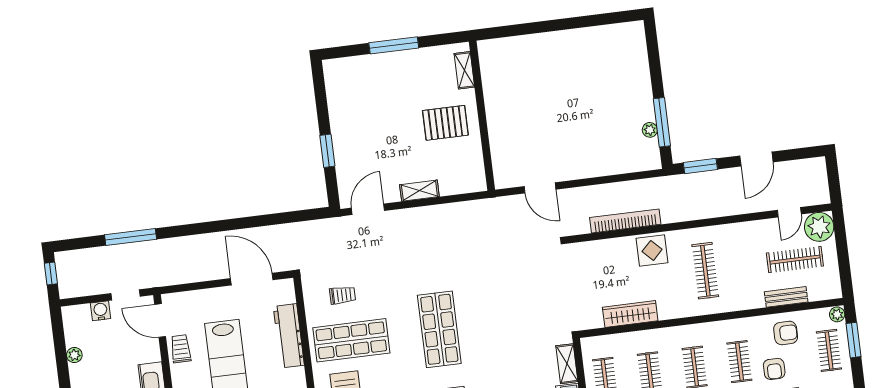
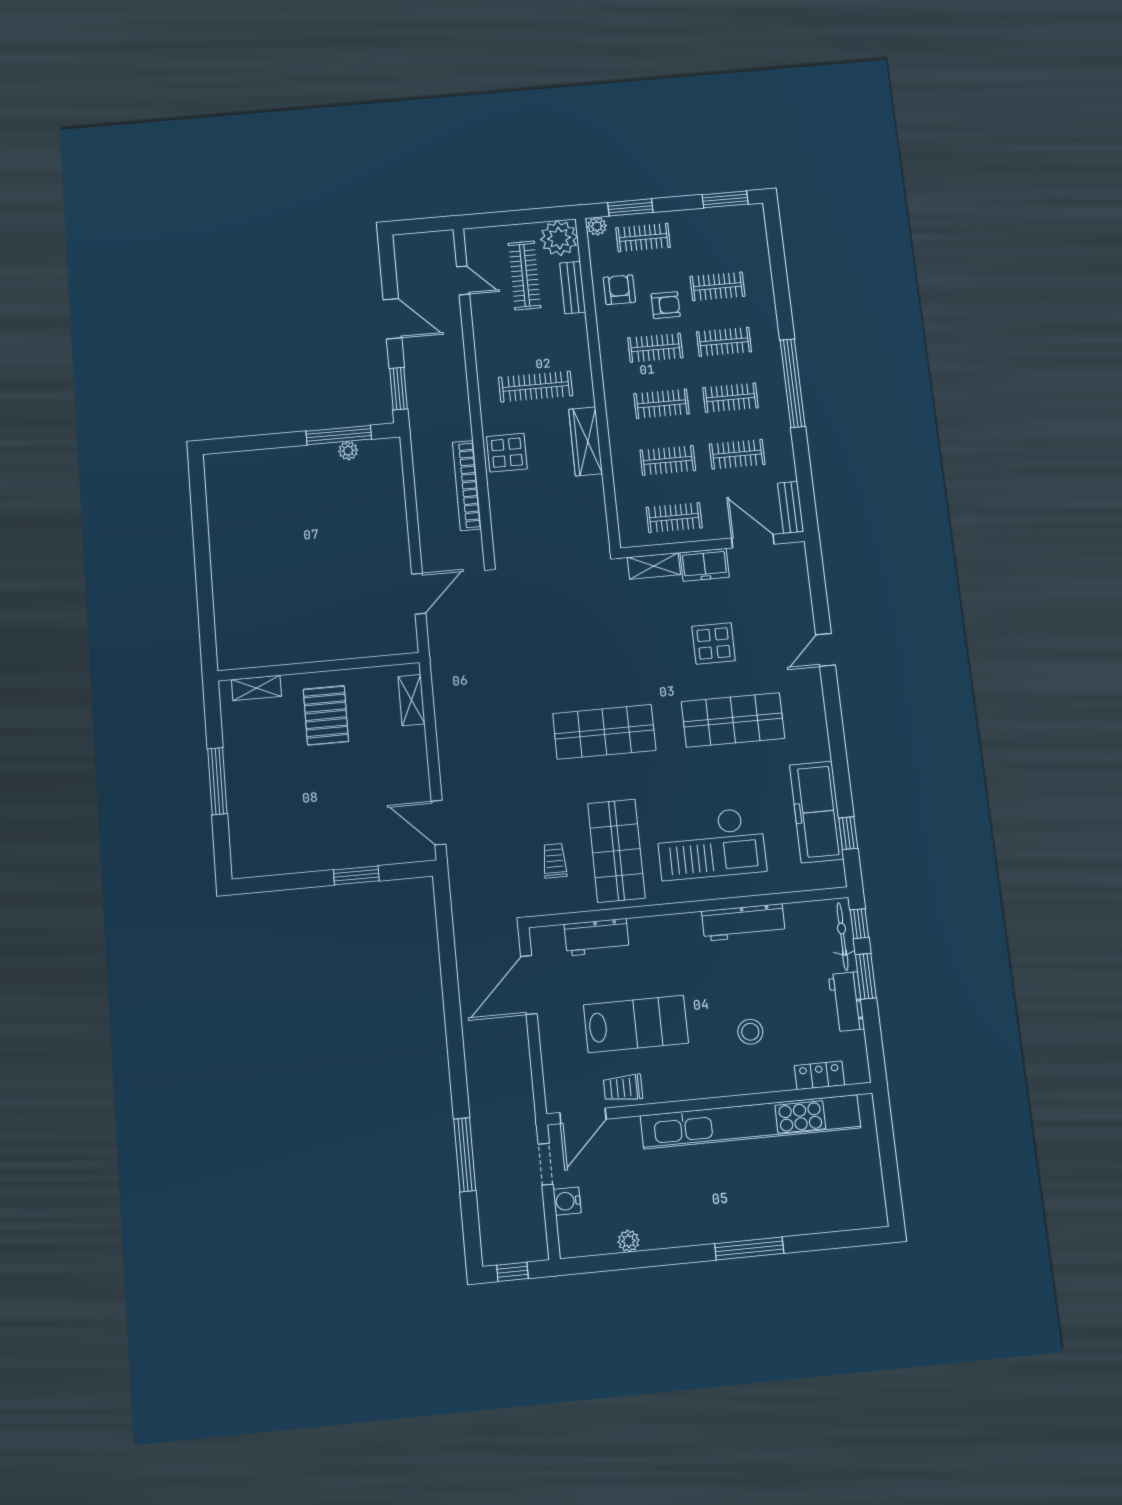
shelving: (419, 191) -> (411, 700), moved
plant: (819, 227) -> (559, 238), moved
wardrobe: (630, 314) -> (586, 441), moved
workbench: (289, 336) -> (597, 937), width x0.73

